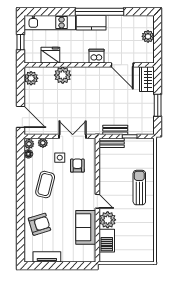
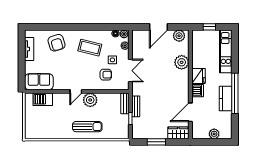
kitchen counter: (91, 23) -> (226, 99), moved
fridge: (50, 55) -> (198, 76), moved
door: (21, 117) -> (158, 27), moved
plant: (108, 220) -> (90, 100), moved
sofa: (86, 227) -> (39, 82), moved

